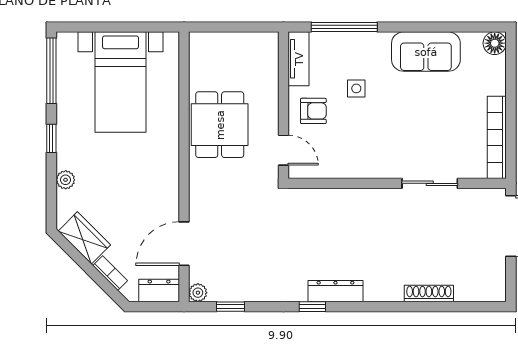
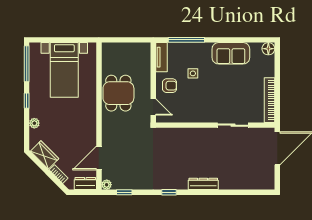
dresser: (335, 291) -> (203, 184), moved
shoe rack: (429, 294) -> (232, 185), removed

